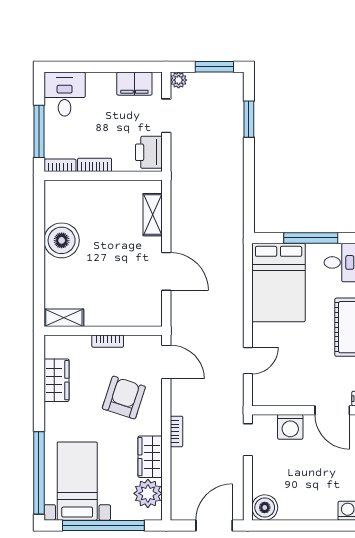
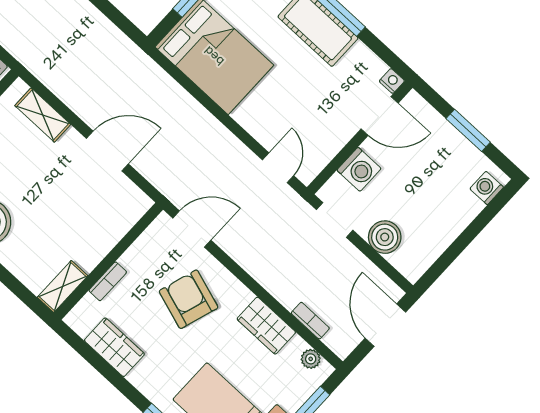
bookcase: (108, 341) -> (108, 281), moved
door: (248, 361) -> (278, 168), moved
bookcase: (177, 431) -> (310, 321), moved
plant: (148, 493) -> (311, 359), width x0.53, depth x0.53
boiler: (265, 508) -> (385, 237), moved

